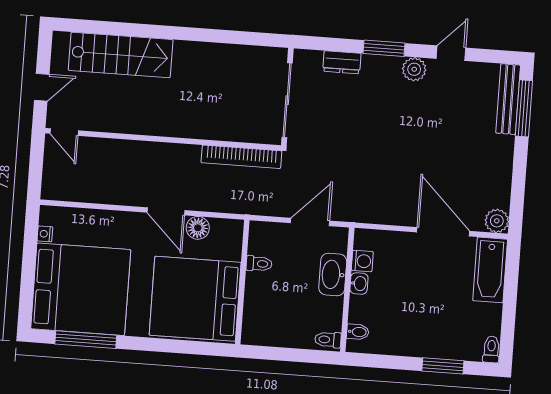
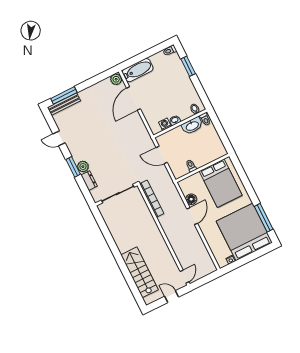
plant: (414, 69) -> (83, 167), moved
washbasin: (333, 275) -> (192, 126), moved
bed: (195, 299) -> (221, 183), width x0.73

